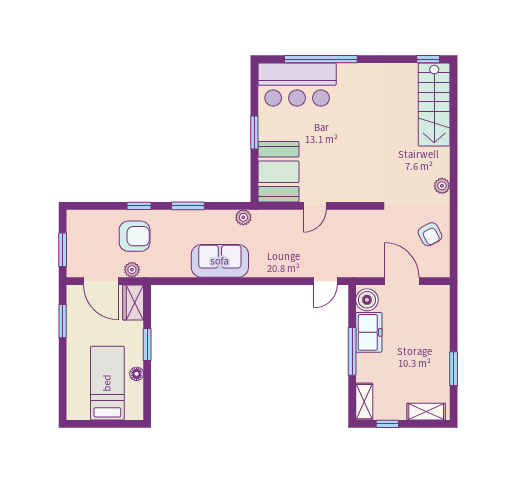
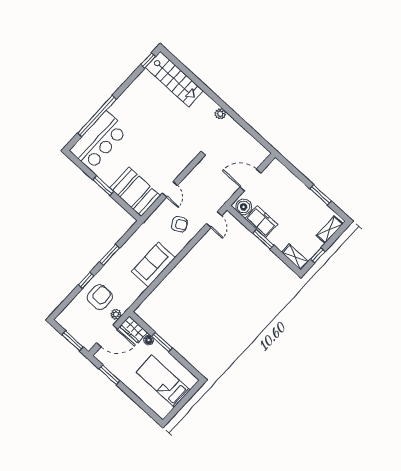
plant: (243, 217) -> (142, 232), removed
armchair: (430, 234) -> (180, 224), moved
window: (352, 351) -> (263, 239), width x0.69
floor lamp: (137, 374) -> (149, 340), moved

